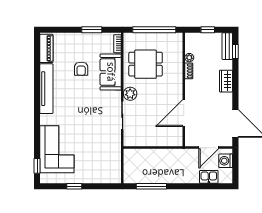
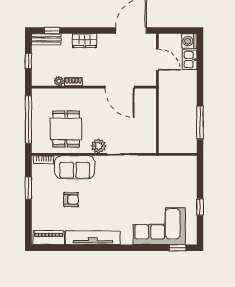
washing machine: (226, 161) -> (189, 41), moved, turned 90

